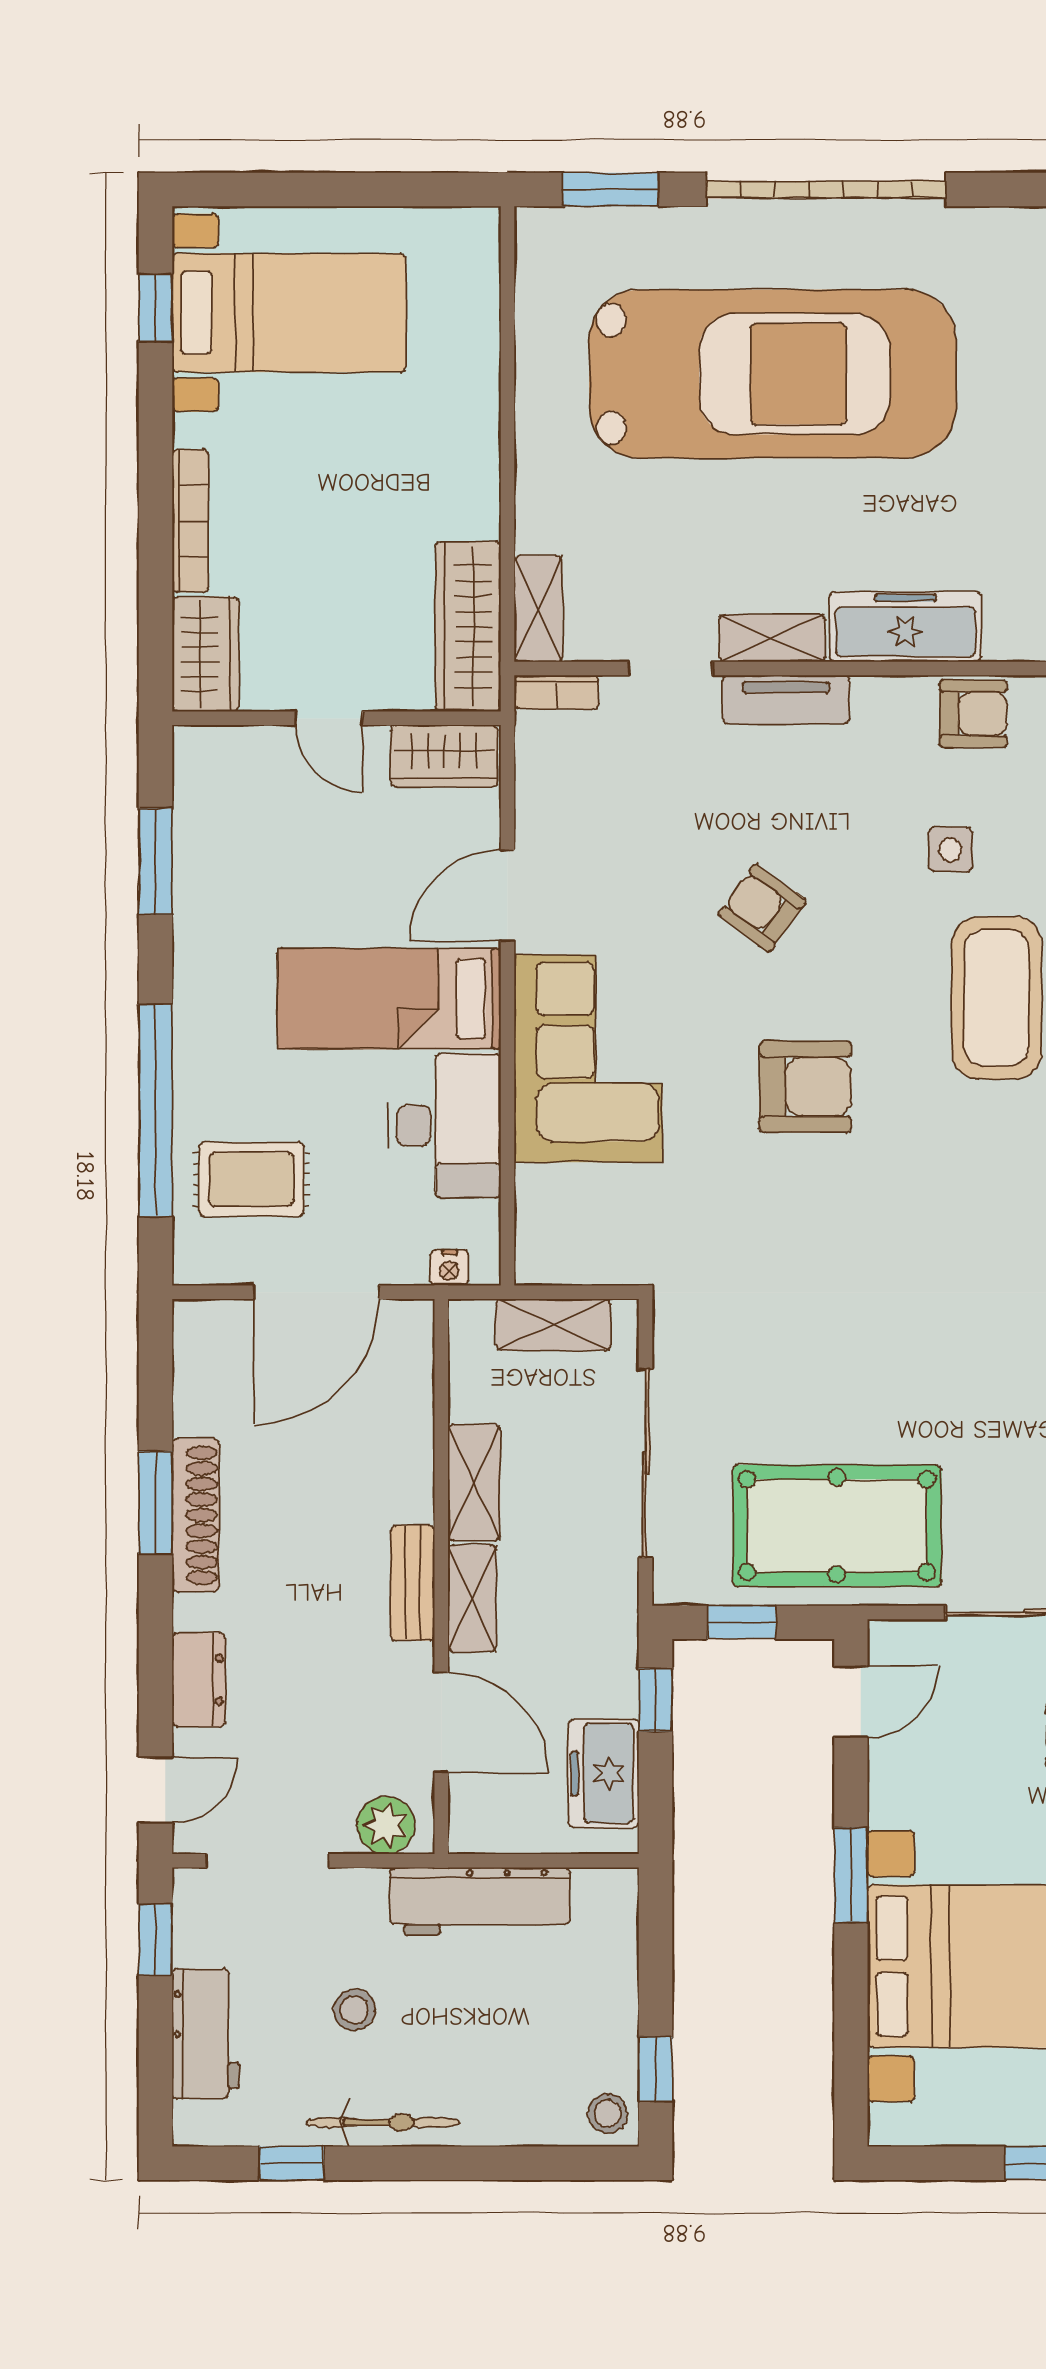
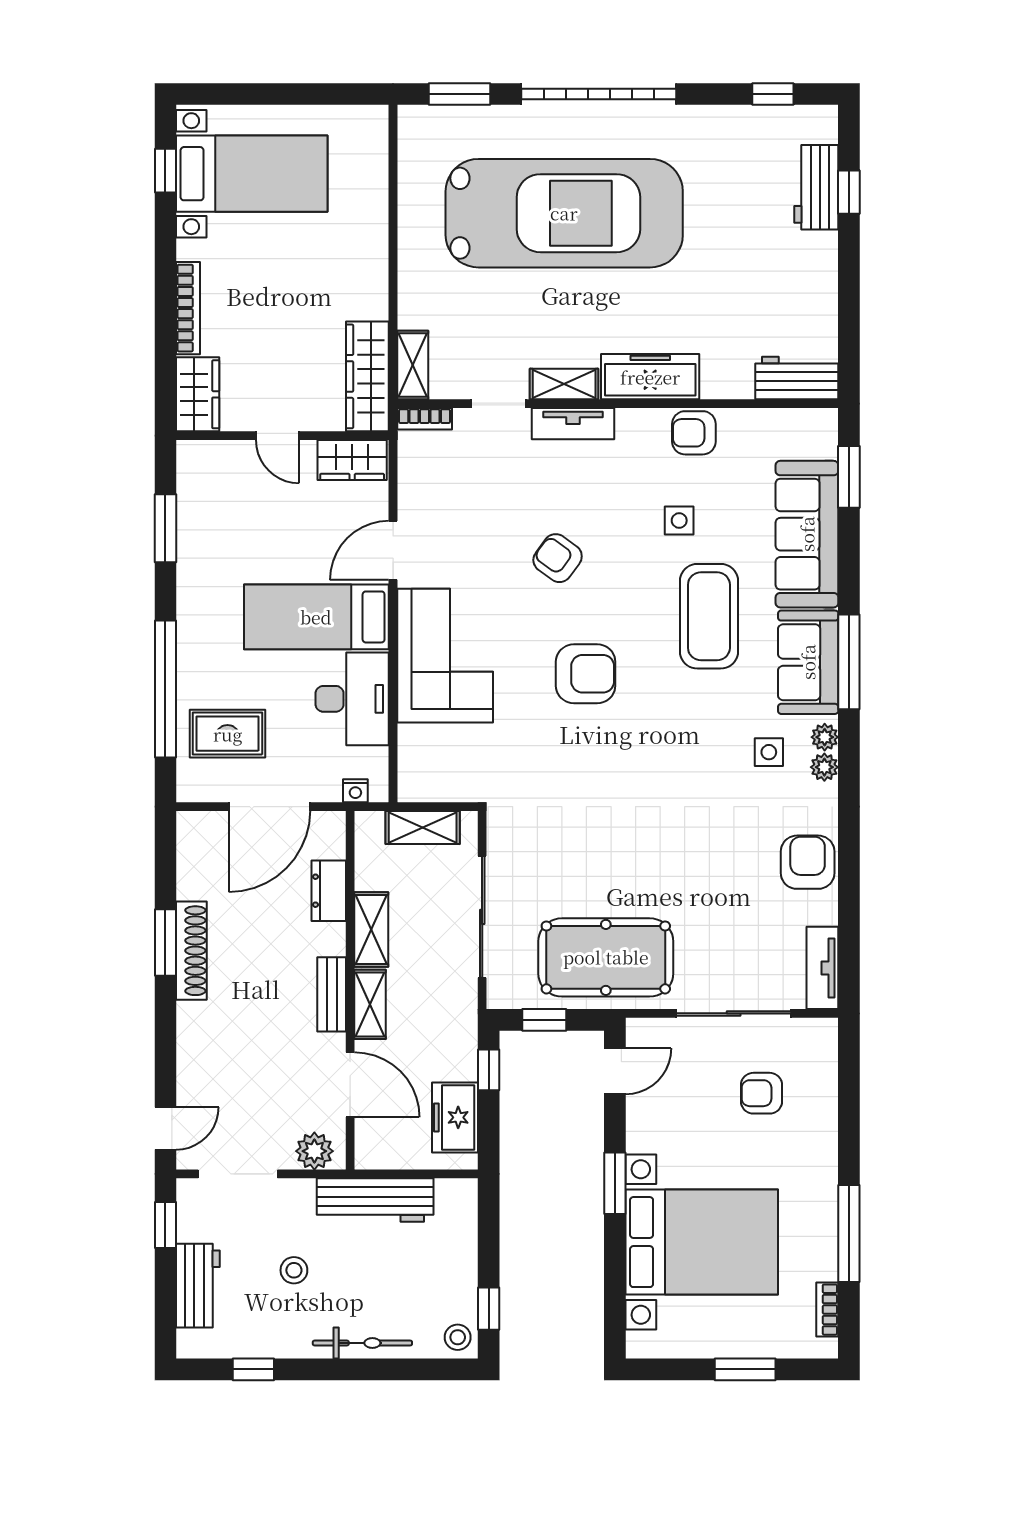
armchair: (973, 714) -> (694, 433), turned 180
dresser: (198, 1680) -> (329, 891), moved, turned 180
bicycle: (383, 2122) -> (362, 1343), moved

